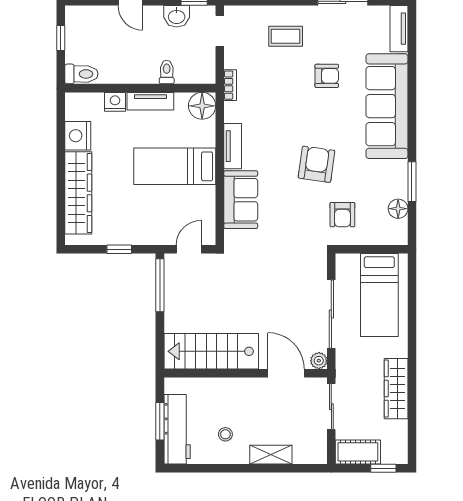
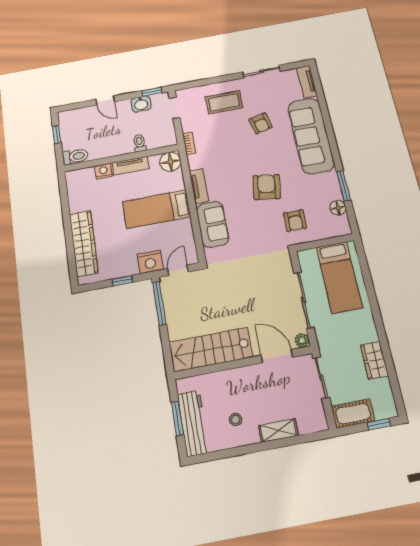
coffee table: (286, 36) -> (224, 102), width x1.36, depth x1.30
armchair: (327, 76) -> (261, 123), turned 77
nightstand: (78, 136) -> (150, 262), moved, turned -90
wardrobe: (396, 389) -> (374, 360), width x0.67

